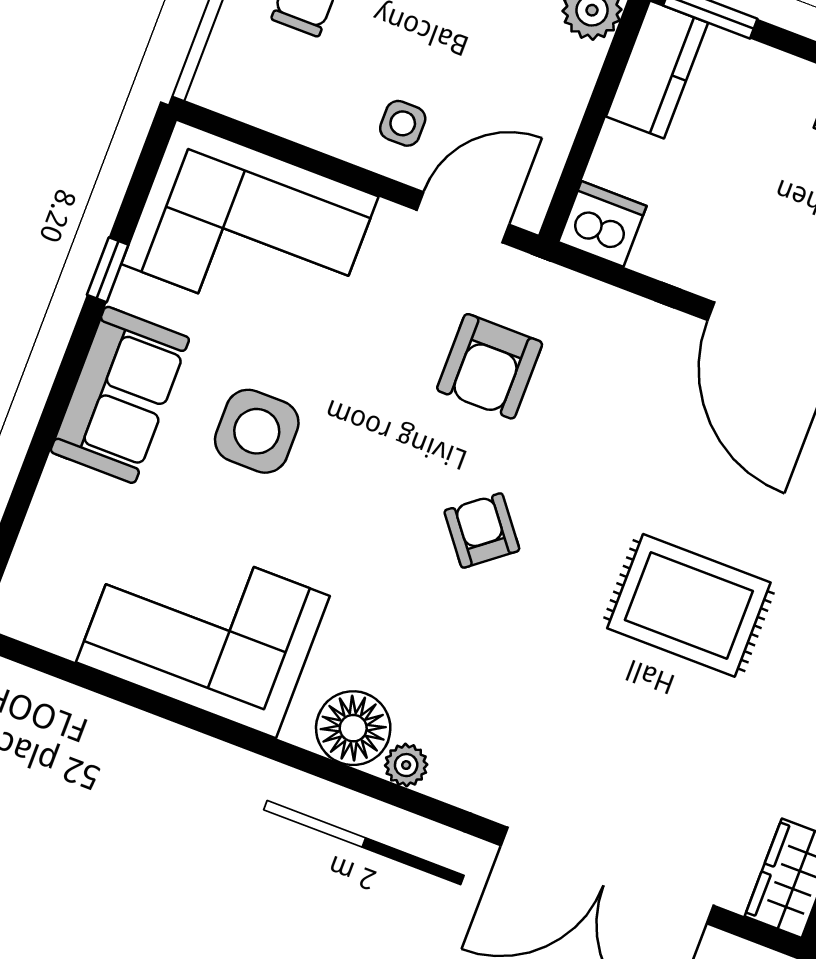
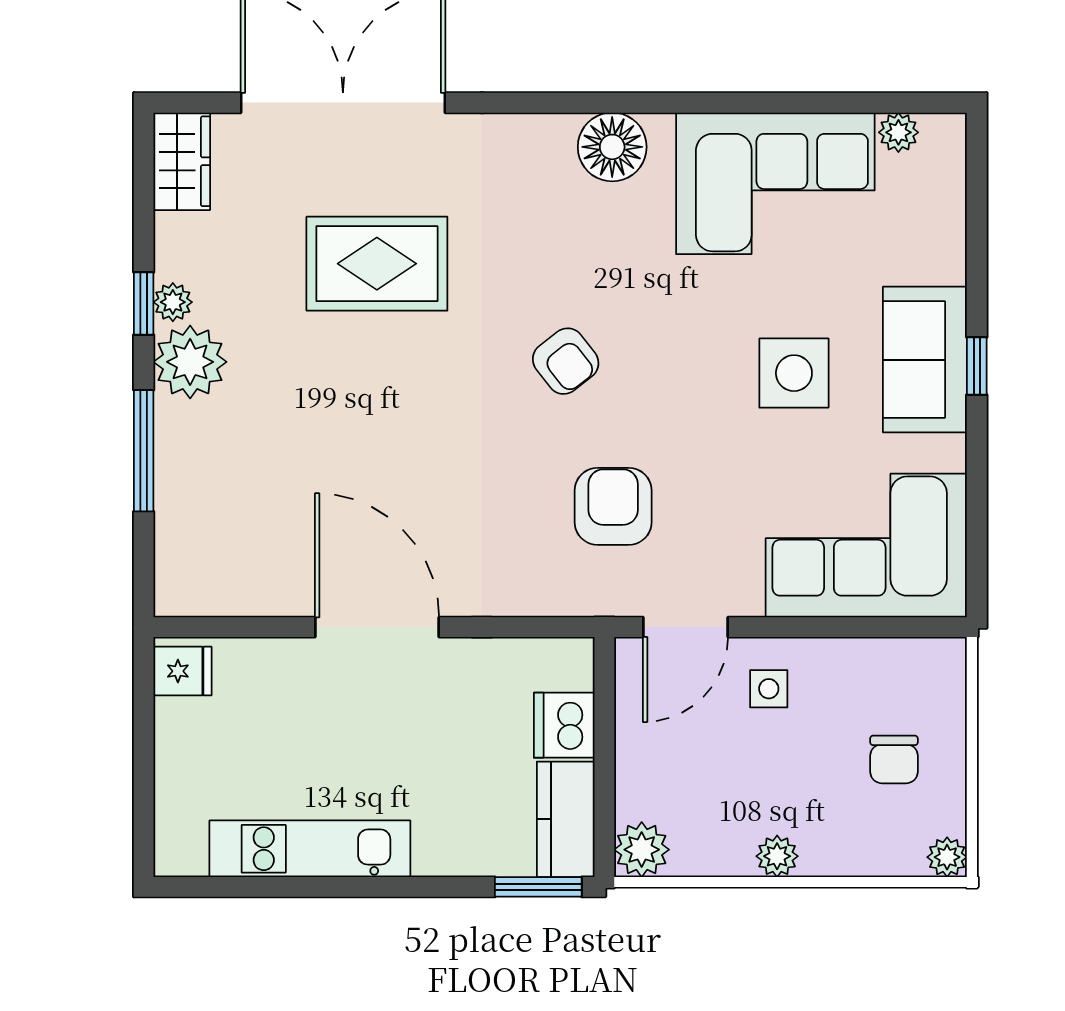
dishwasher: (602, 224) -> (564, 725), moved, turned 90
window: (108, 270) -> (977, 366), moved
rug: (689, 605) -> (377, 264), moved
plant: (406, 765) -> (898, 132), moved

